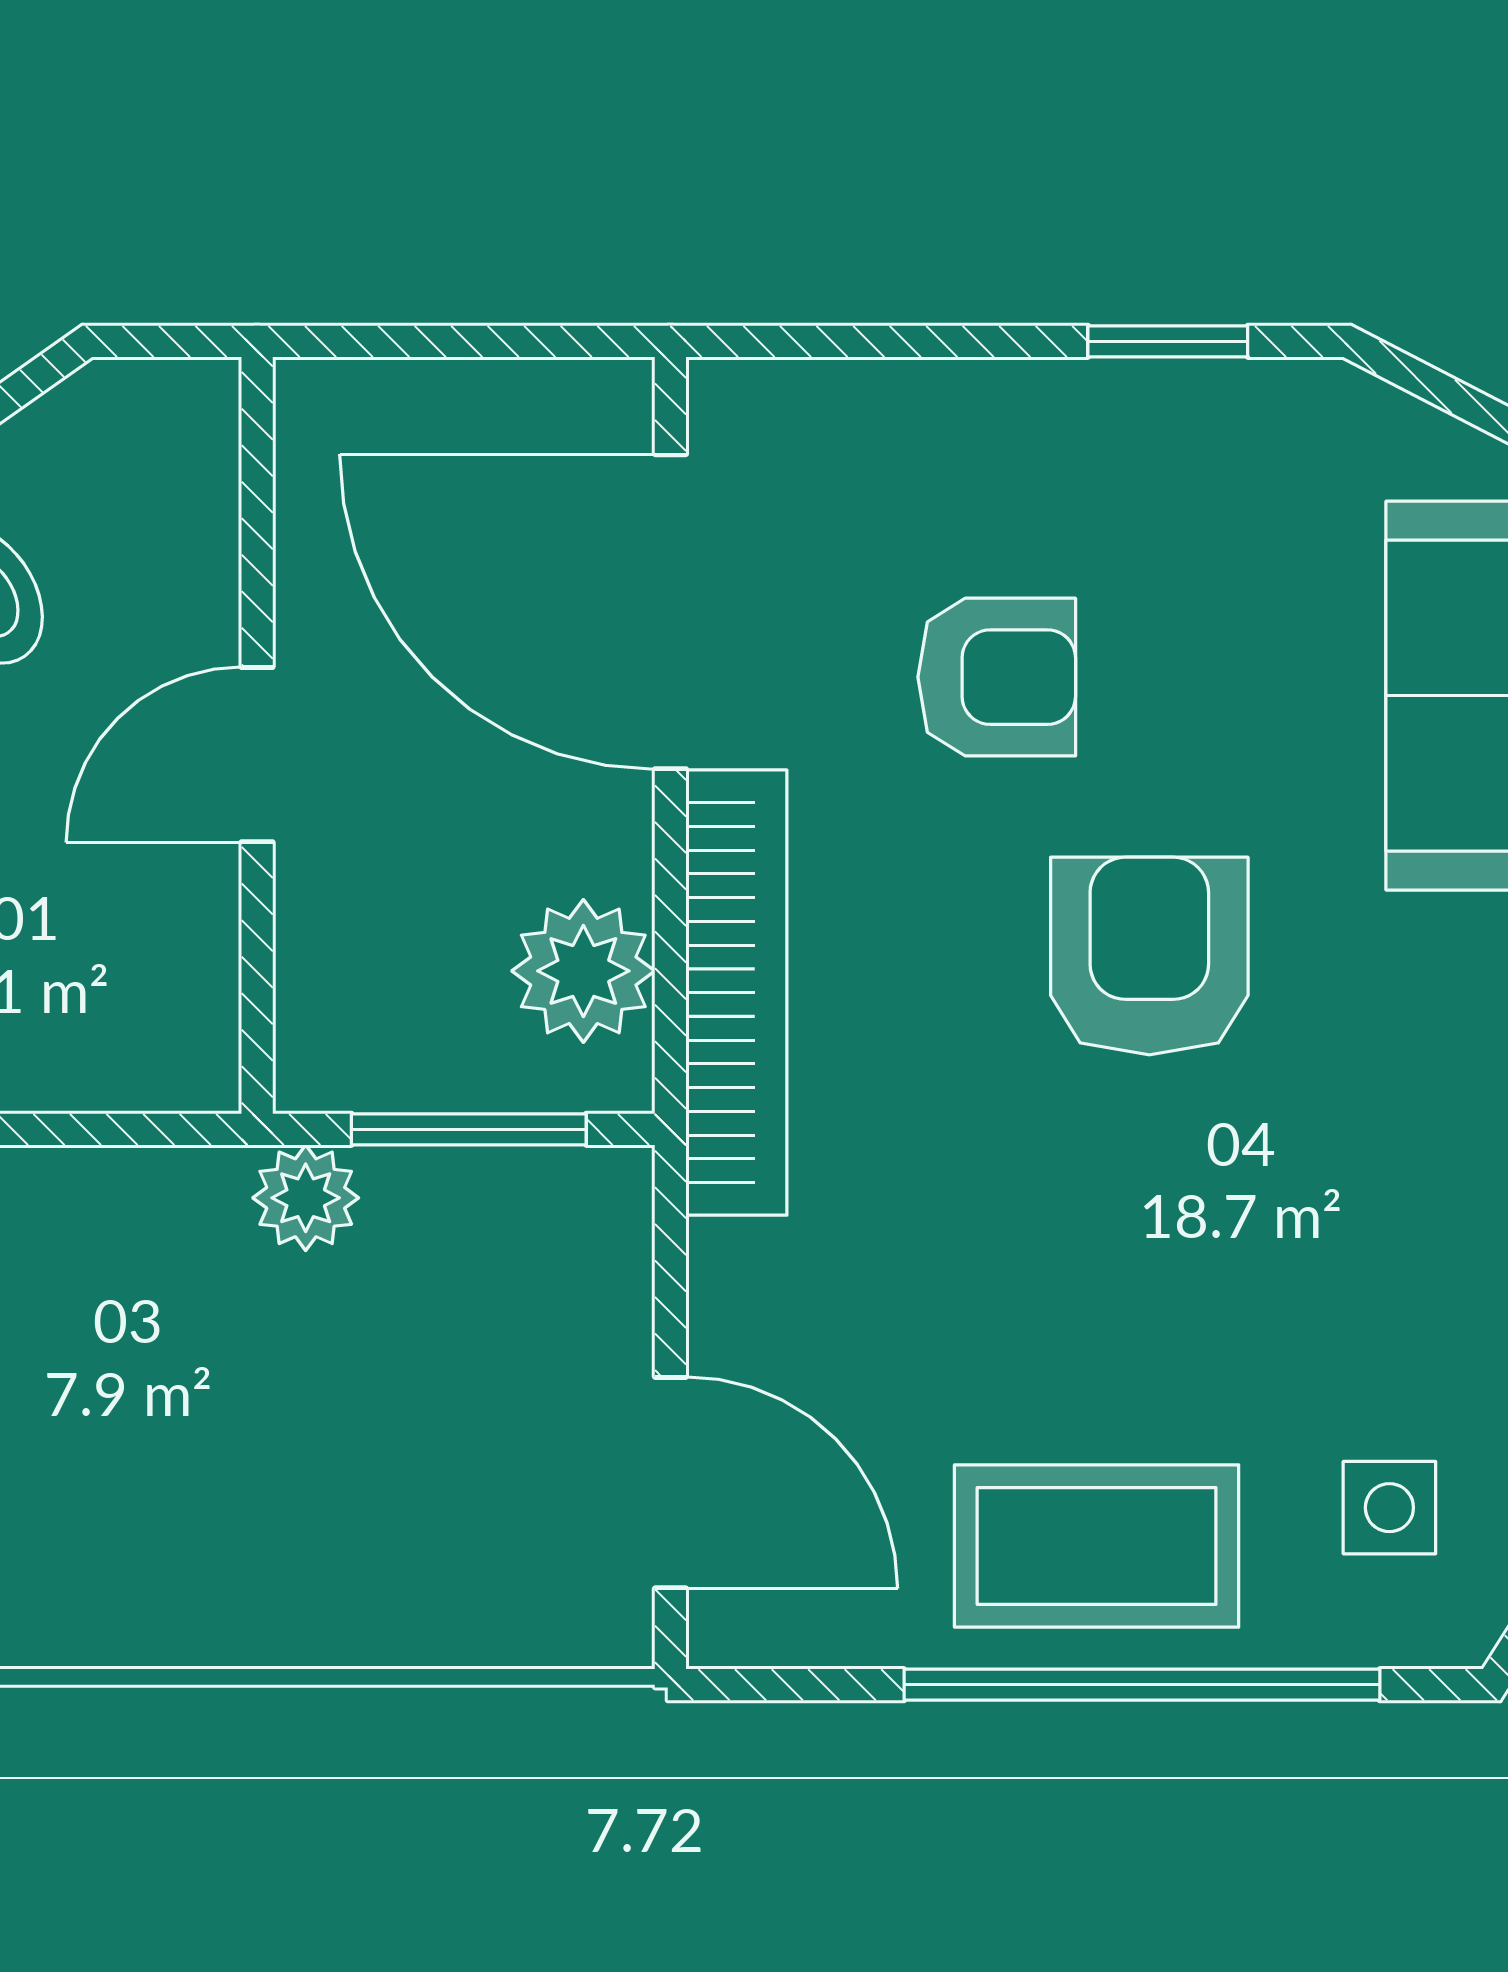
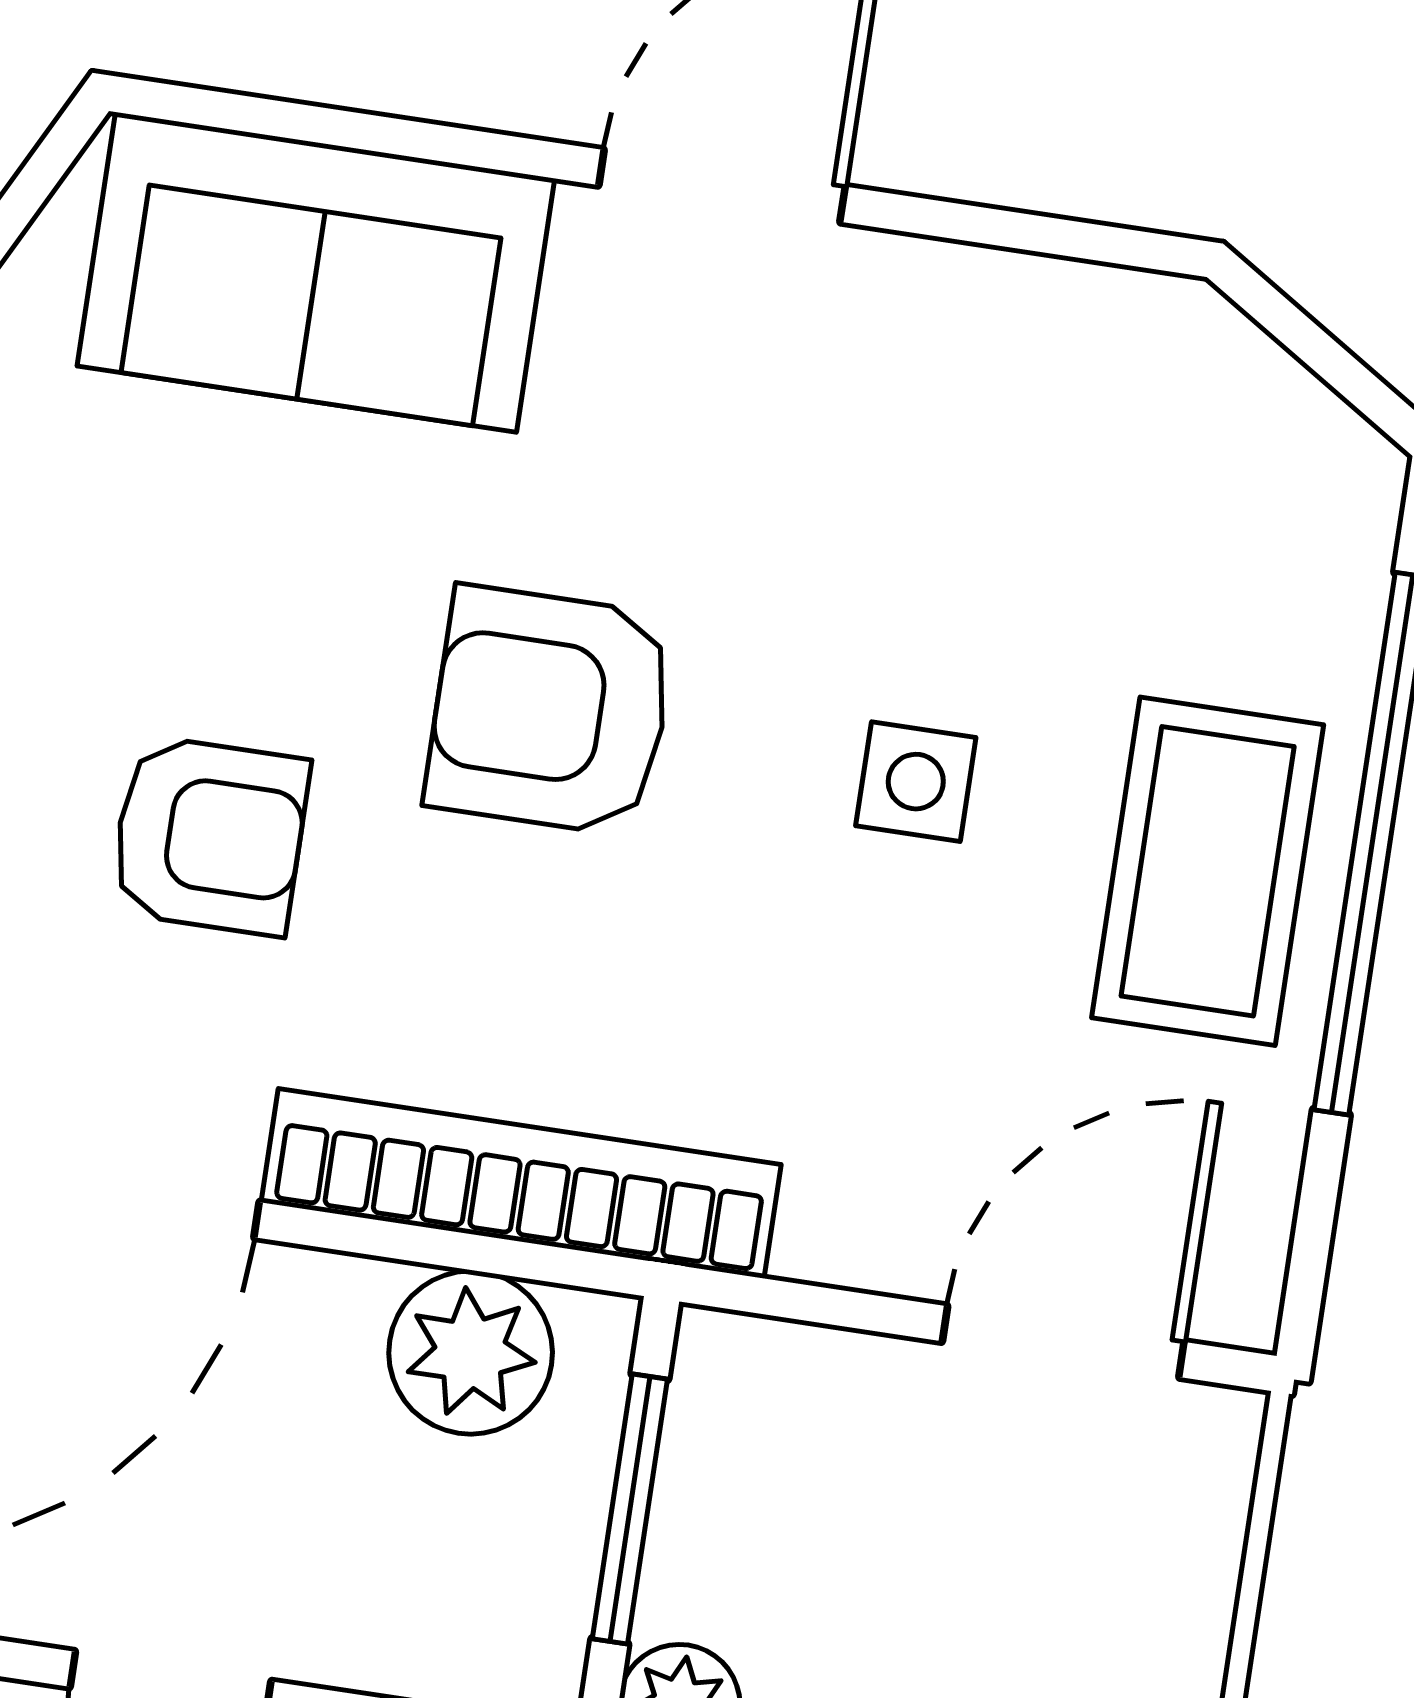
armchair: (997, 677) -> (209, 836), turned 90
side table: (1389, 1508) -> (916, 782), moved

